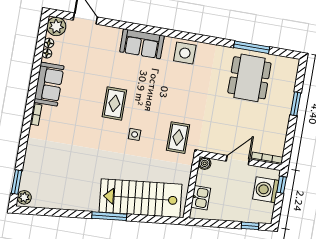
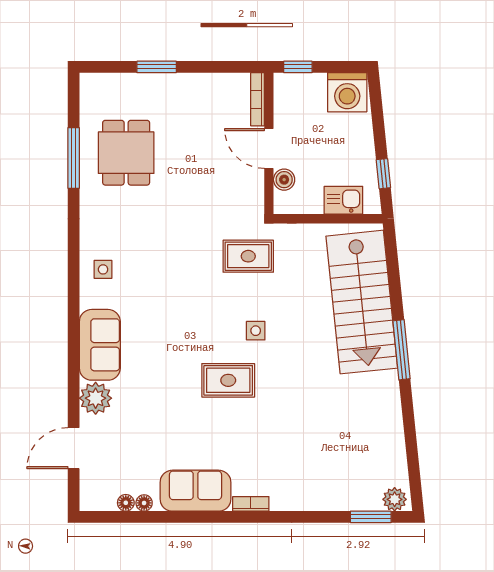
plant: (56, 26) -> (96, 398), moved
side table: (185, 53) -> (103, 269), width x0.54, depth x0.54
dining table: (249, 78) -> (126, 153), width x0.73
rug: (114, 103) -> (228, 380), moved
boiler: (205, 163) -> (284, 180), moved
washing machine: (266, 190) -> (347, 92), moved
window: (250, 226) -> (383, 174), moved

